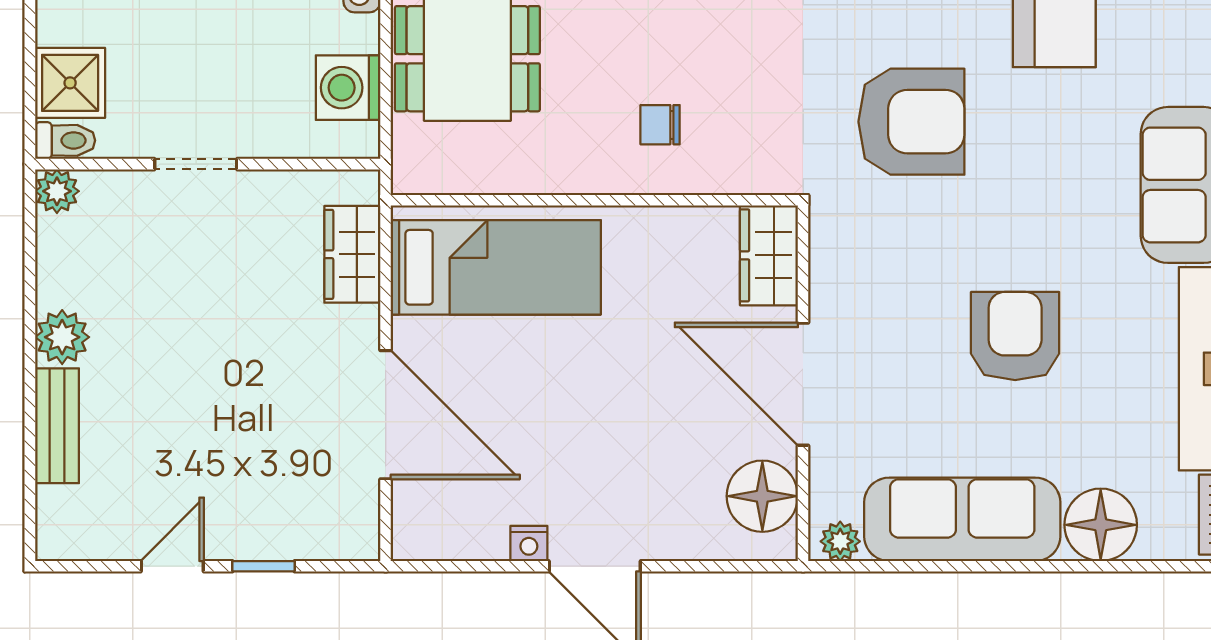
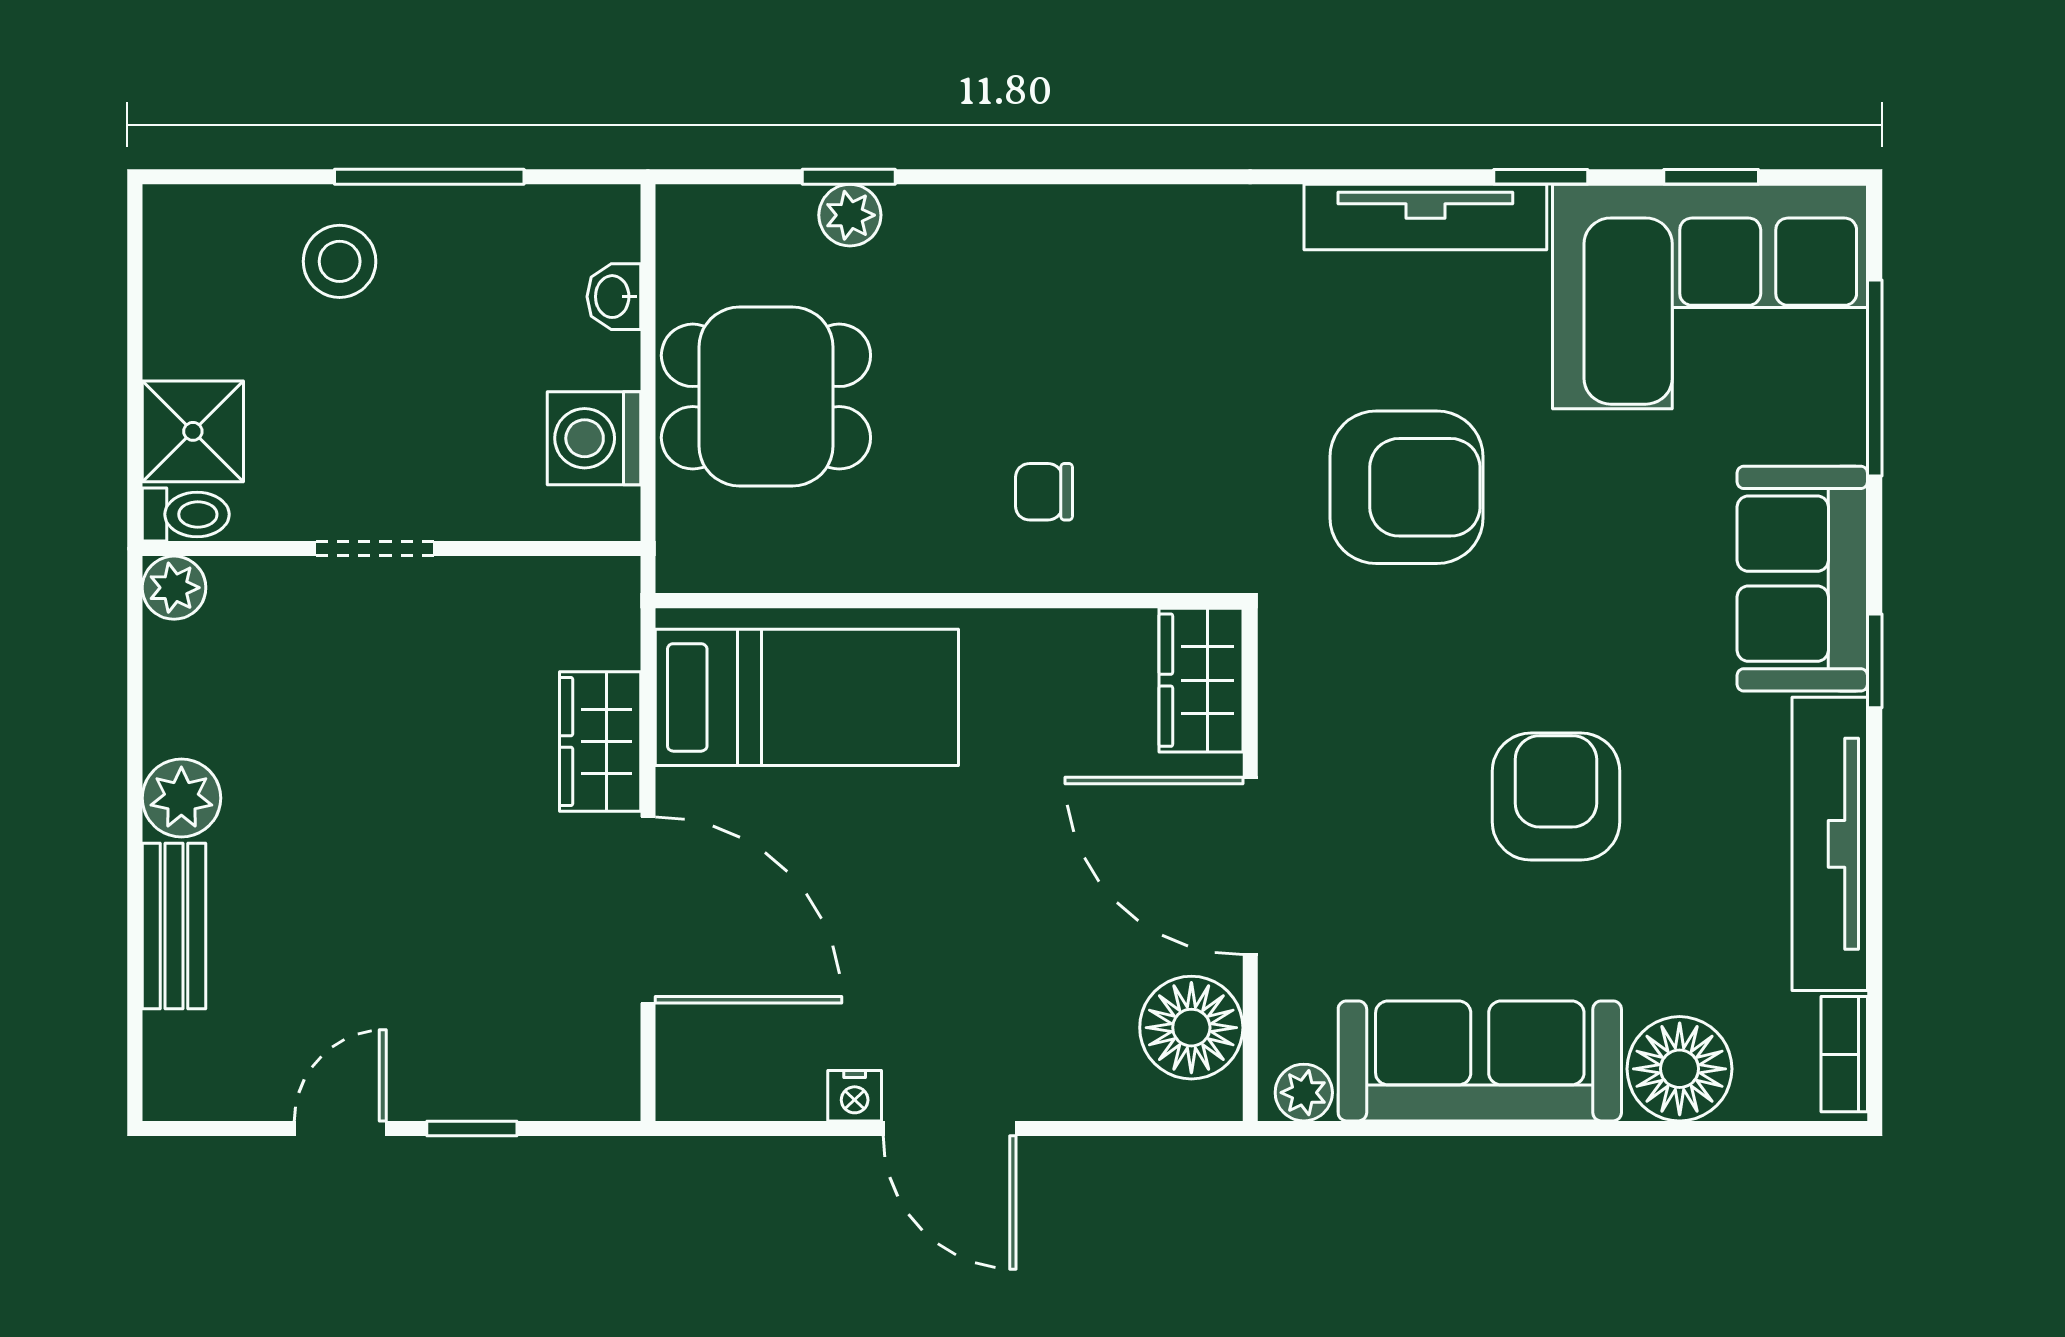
wardrobe: (352, 254) -> (600, 741), moved

